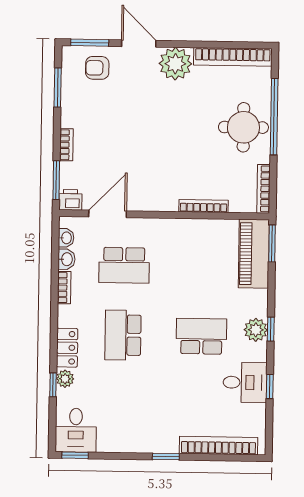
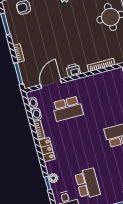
printer: (70, 200) -> (73, 70), moved
school desk: (123, 335) -> (88, 183), moved, turned 180
locker: (67, 348) -> (47, 150), moved

